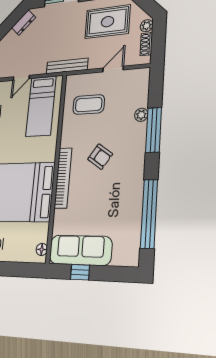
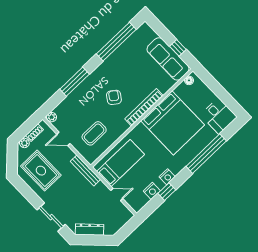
dresser: (24, 22) -> (90, 230), width x1.44
coffee table: (89, 105) -> (94, 133), turned 90
plant: (141, 115) -> (52, 117), moved

